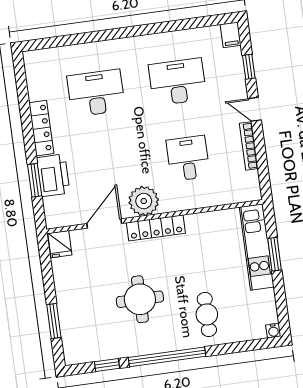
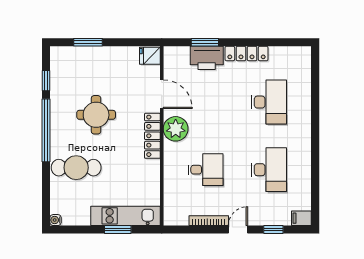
cafe table: (207, 314) -> (76, 168), width x1.37, depth x1.35

